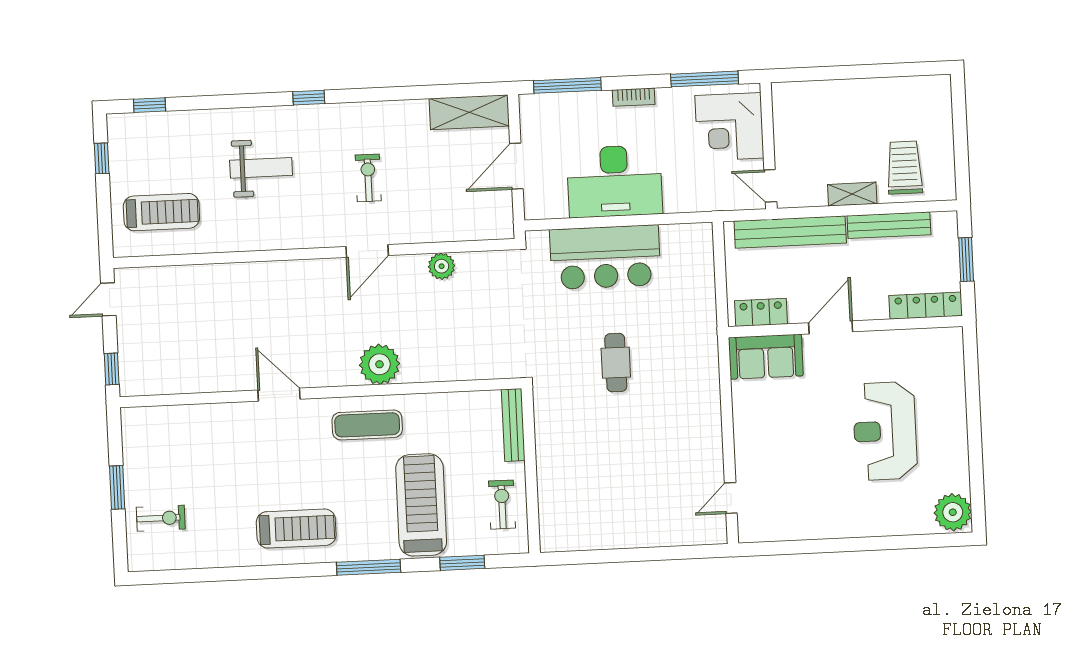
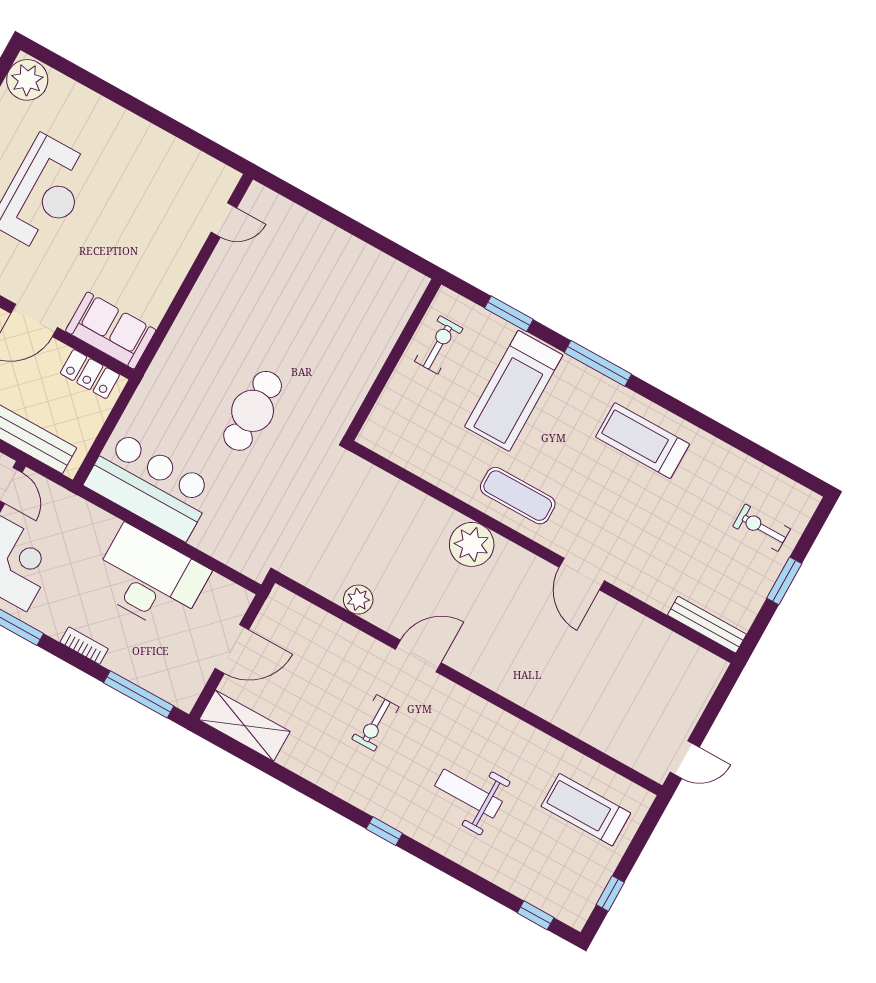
bar counter: (605, 257) -> (150, 485), moved
cafe table: (616, 363) -> (253, 411), width x1.37, depth x1.35
window: (112, 369) -> (722, 693), removed
bench: (513, 425) -> (707, 625), moved, turned 90
exercise bike: (502, 505) -> (439, 345), turned 180

